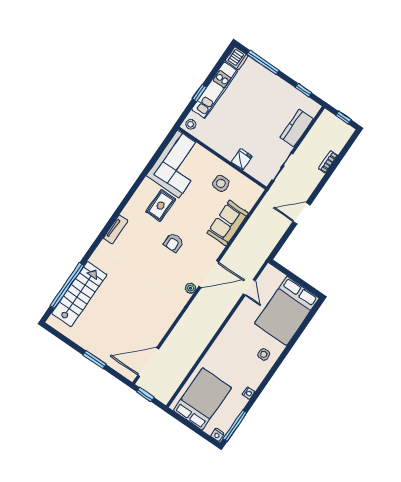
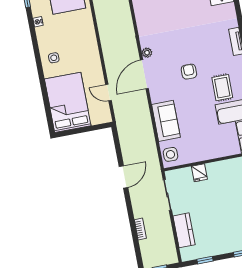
side table: (221, 183) -> (171, 154), moved

